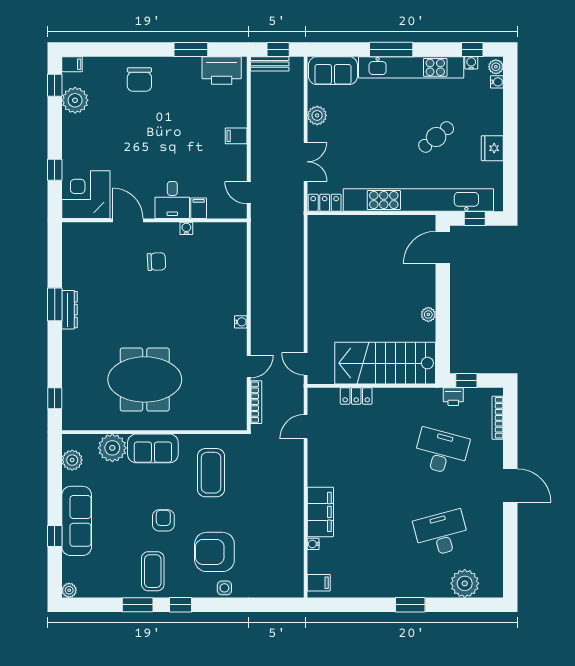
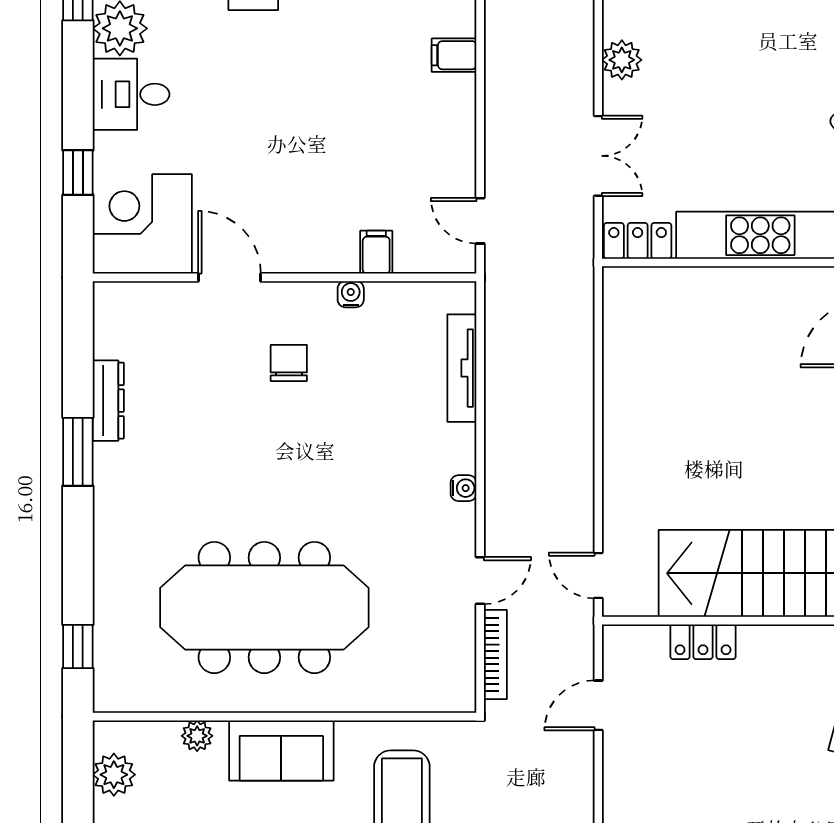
filing cabinet: (236, 136) -> (454, 55), moved
desk: (172, 200) -> (131, 94), moved, turned 90
chair: (157, 262) -> (289, 363), turned -87
tv unit: (240, 264) -> (462, 368), added
dresser: (69, 310) -> (108, 401), moved
meeting table: (145, 379) -> (264, 608), width x1.36
plant: (112, 448) -> (197, 736), width x0.53, depth x0.53

